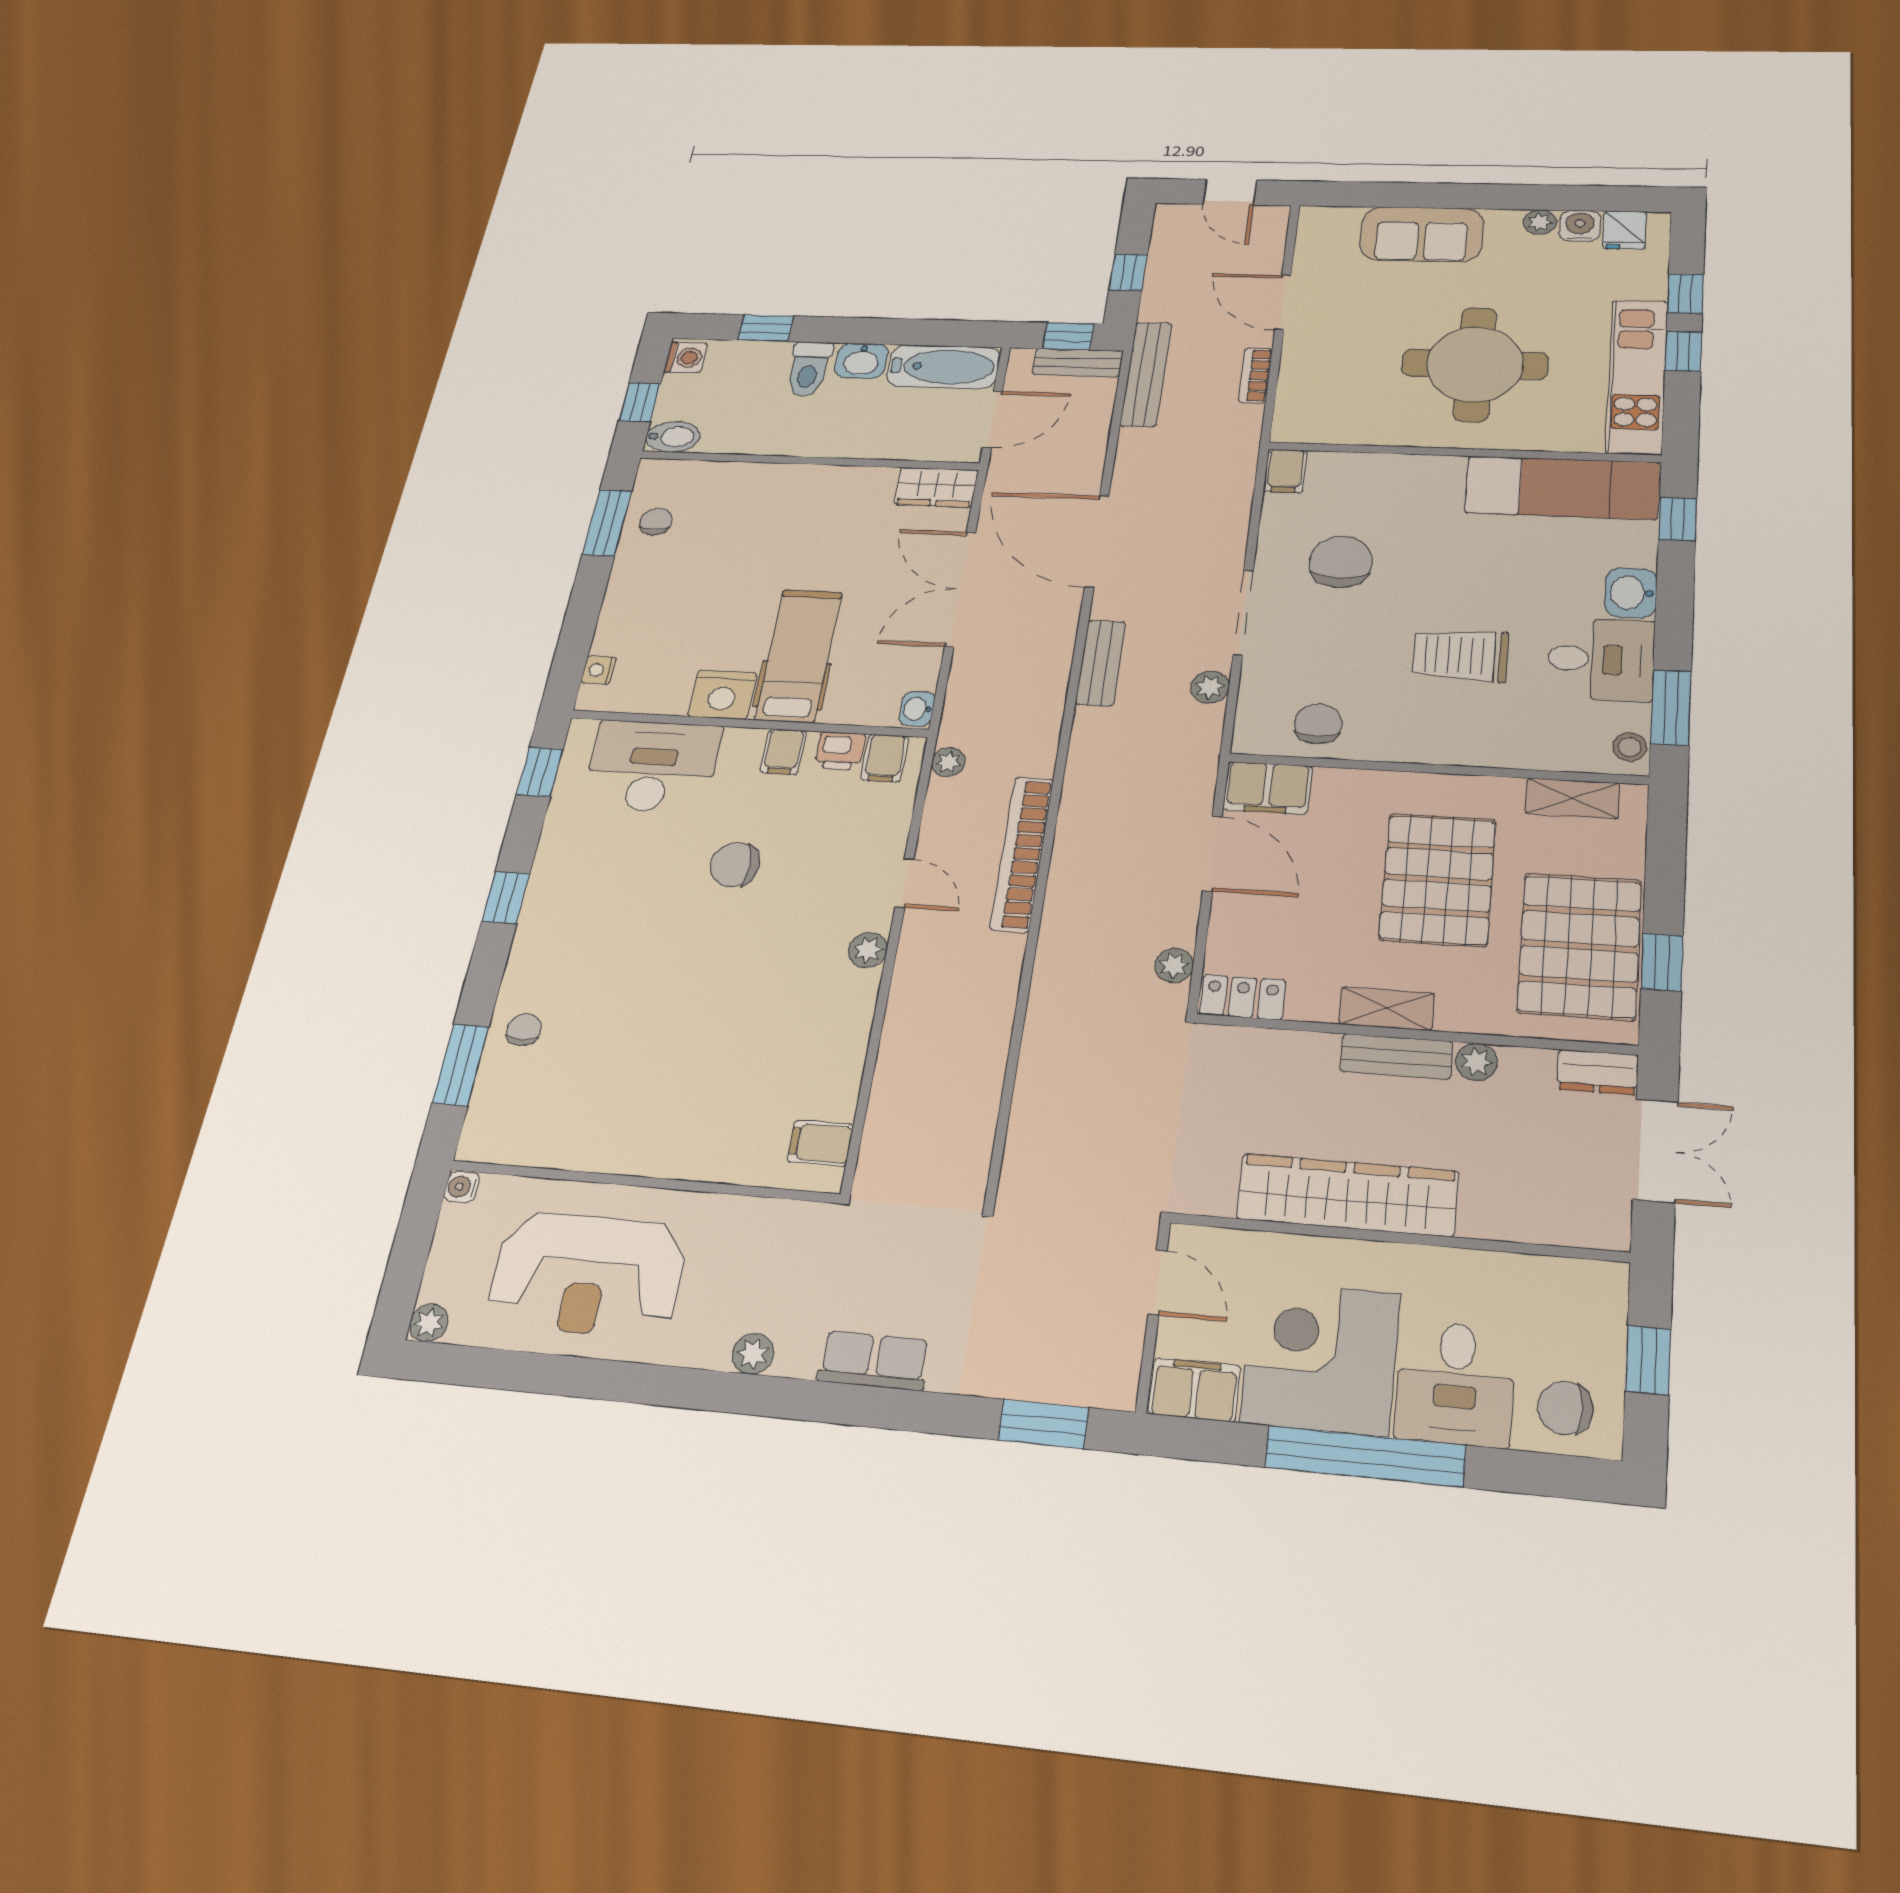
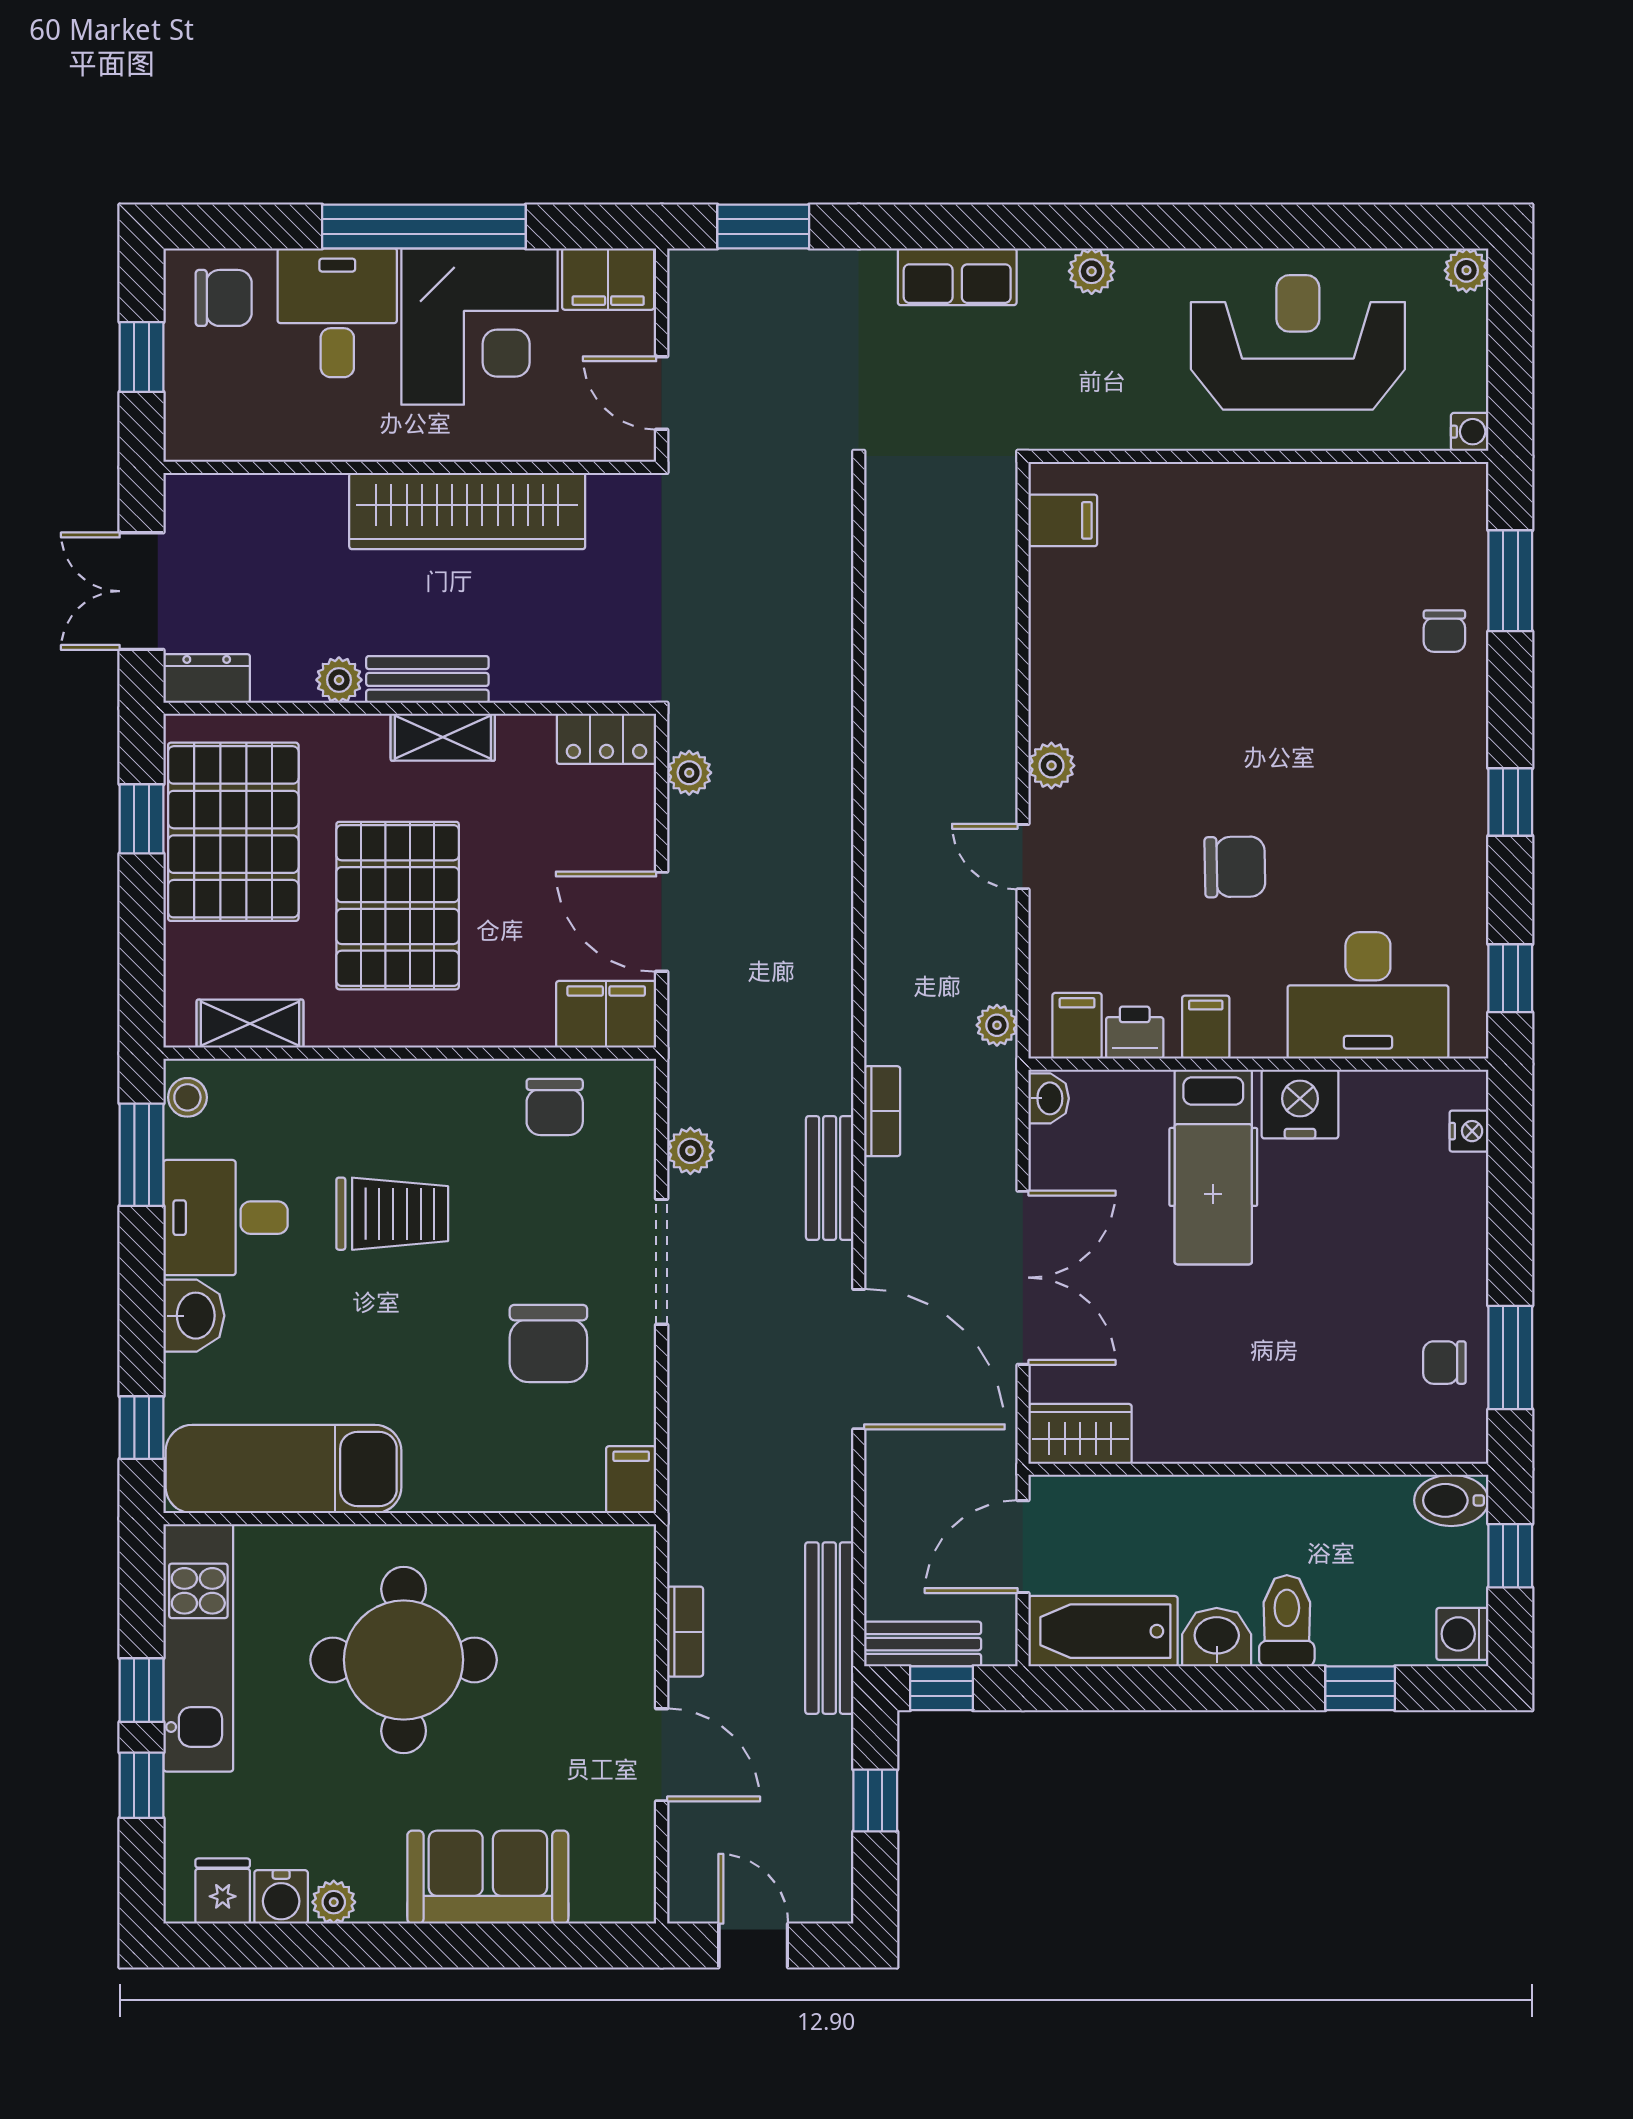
chair: (656, 521) -> (1444, 1363), turned 90
bookcase: (1022, 854) -> (882, 1111), moved, width x0.43, depth x0.76

